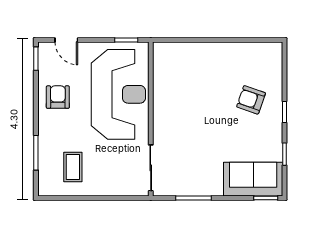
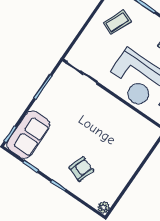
plant: (275, 49) -> (104, 207), added
coffee table: (73, 167) -> (117, 22), turned -67

